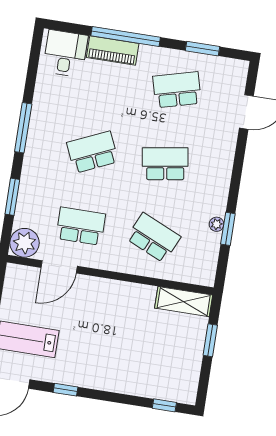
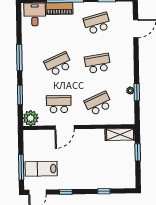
school desk: (153, 238) -> (98, 104), turned -48
door: (59, 267) -> (65, 127), moved
window: (164, 405) -> (104, 191), moved

